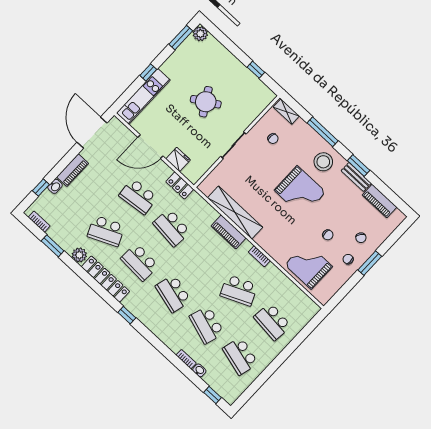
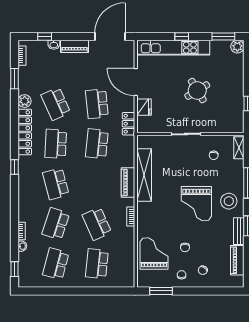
kitchen unit: (143, 96) -> (173, 48), width x1.36
window: (370, 263) -> (161, 291), moved
school desk: (173, 293) -> (56, 184), turned -30

